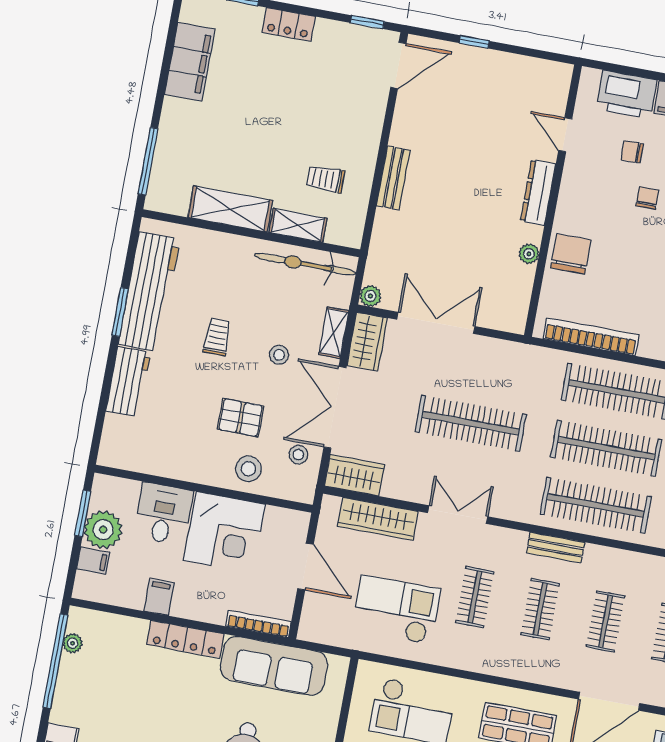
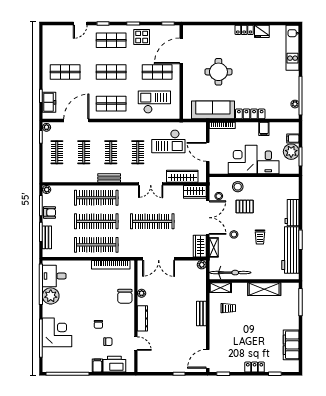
shelving: (298, 225) -> (220, 288), moved
double door: (436, 323) -> (159, 259), moved

